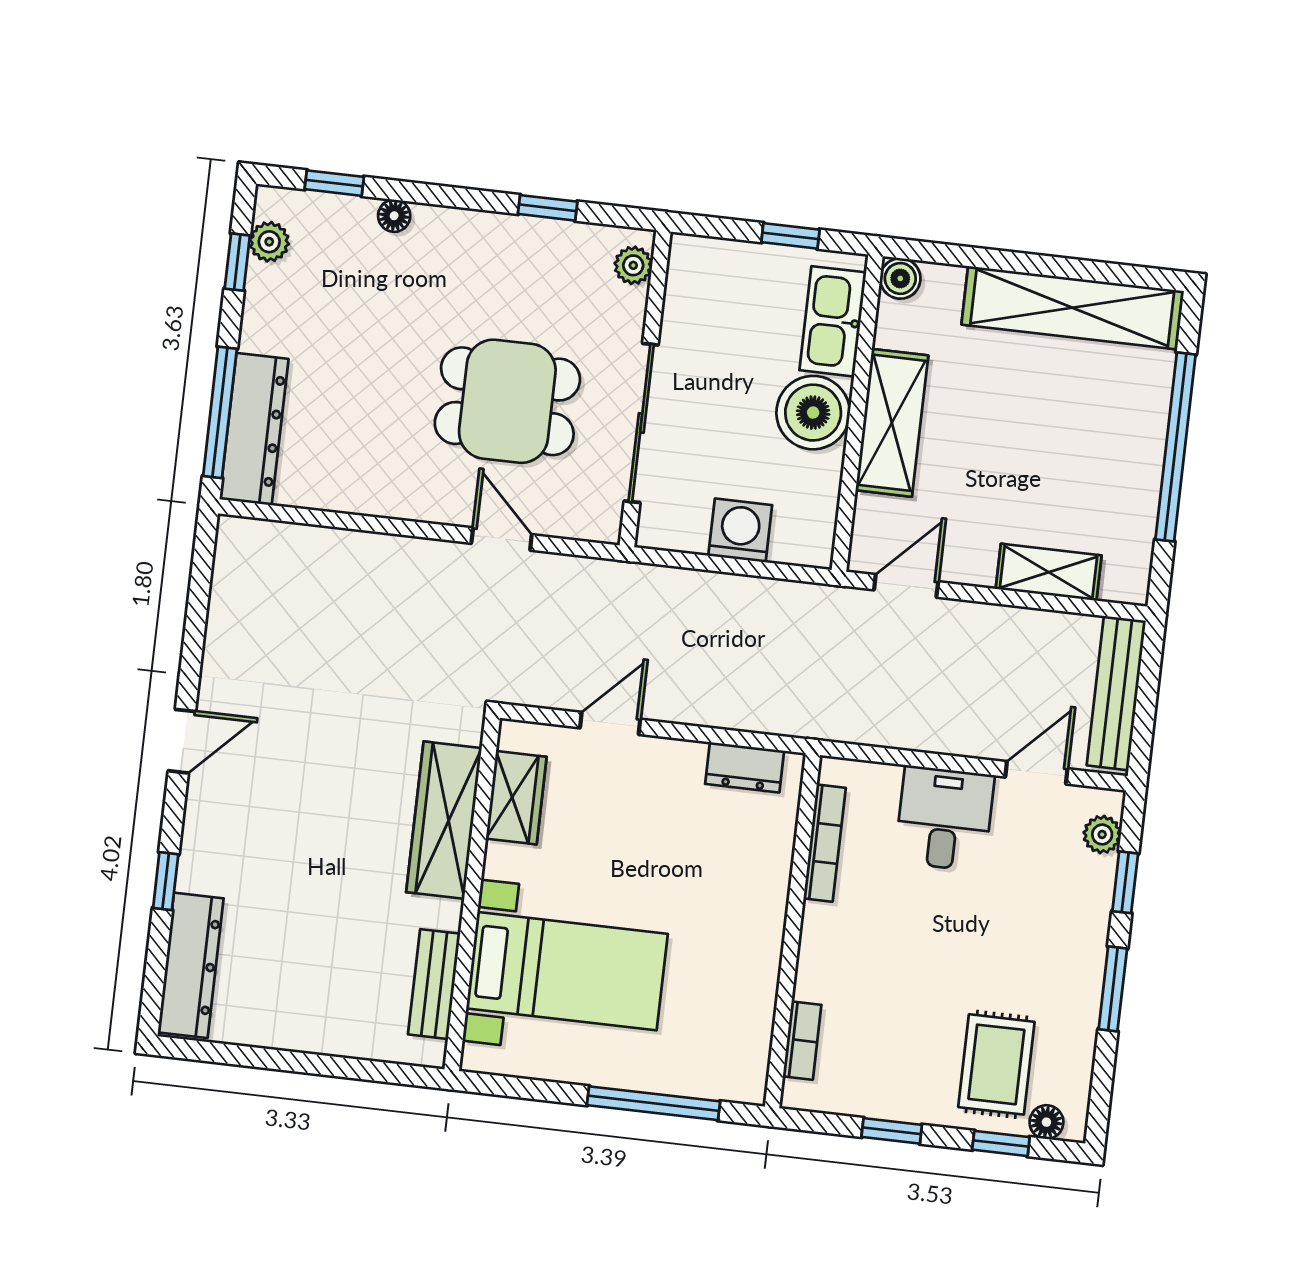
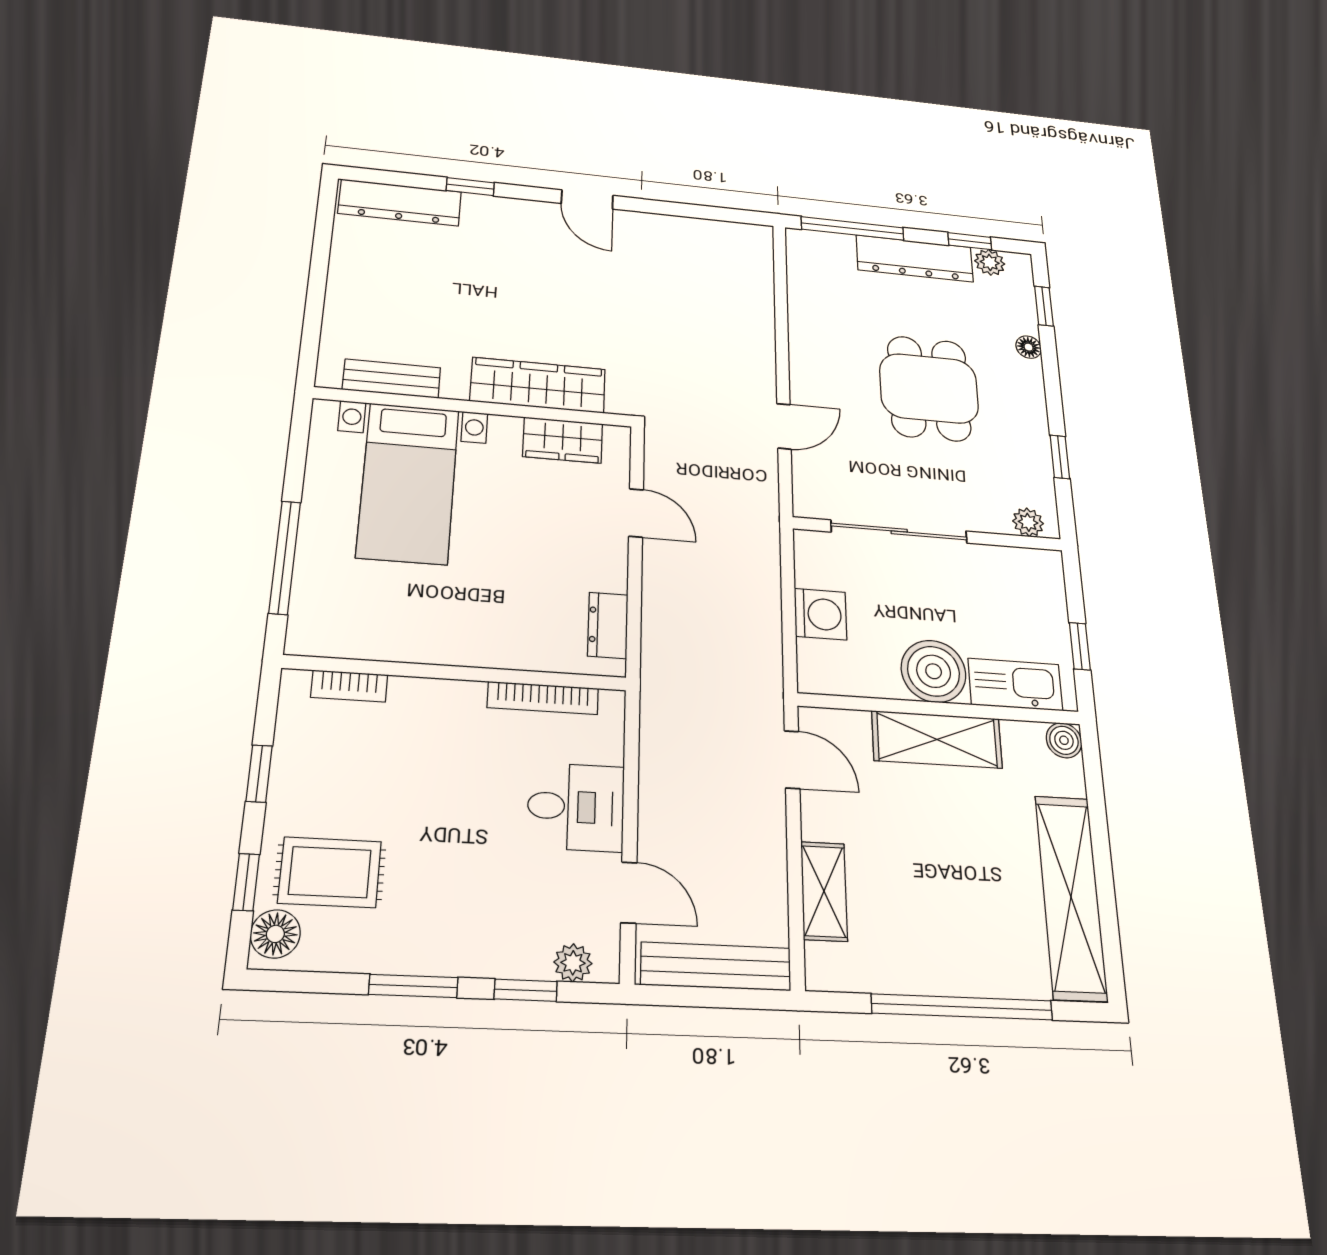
dining table: (507, 401) -> (929, 388), moved
dresser: (254, 429) -> (915, 258), moved
floor lamp: (1046, 1122) -> (275, 934), width x1.37, depth x1.37

